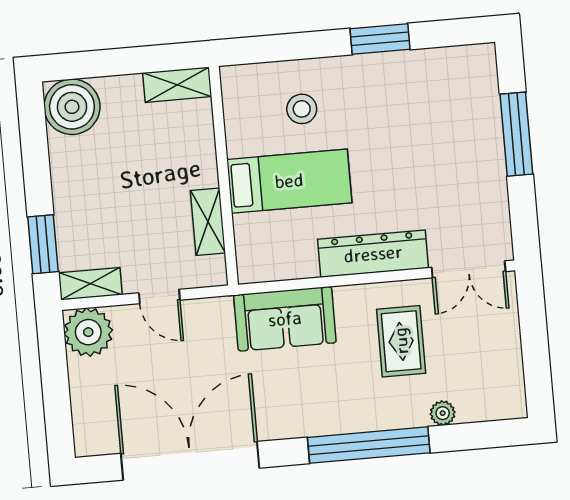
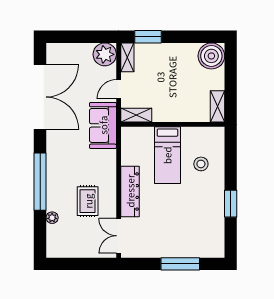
shelving: (208, 222) -> (136, 115), moved
sofa: (285, 319) -> (103, 125), moved
rug: (401, 341) -> (88, 201), turned 90

